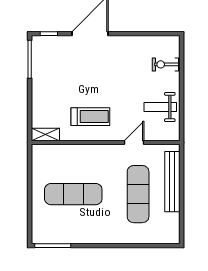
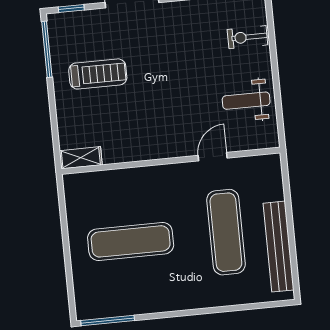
treadmill: (90, 117) -> (98, 74), moved
bench: (172, 182) -> (279, 247), moved

